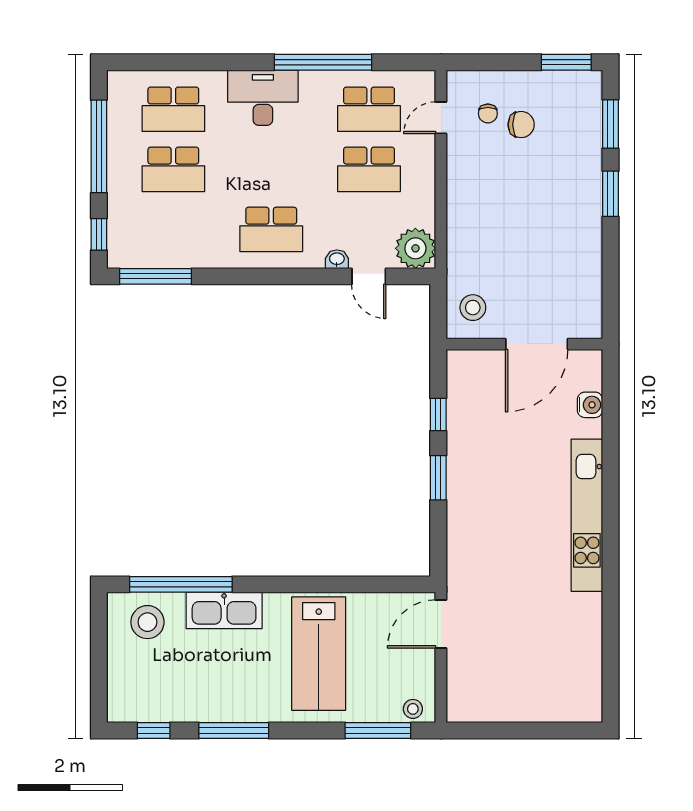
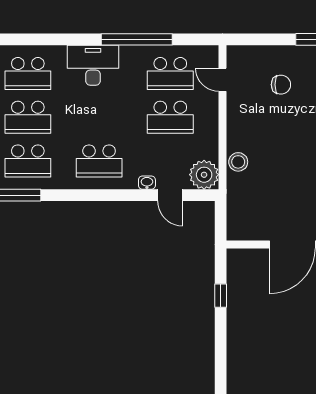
chair: (488, 113) -> (257, 77), removed
door: (441, 118) -> (223, 80), hinge flipped
school desk: (173, 229) -> (28, 161), added
stool: (473, 308) -> (238, 162), moved
window: (438, 478) -> (221, 342), removed

